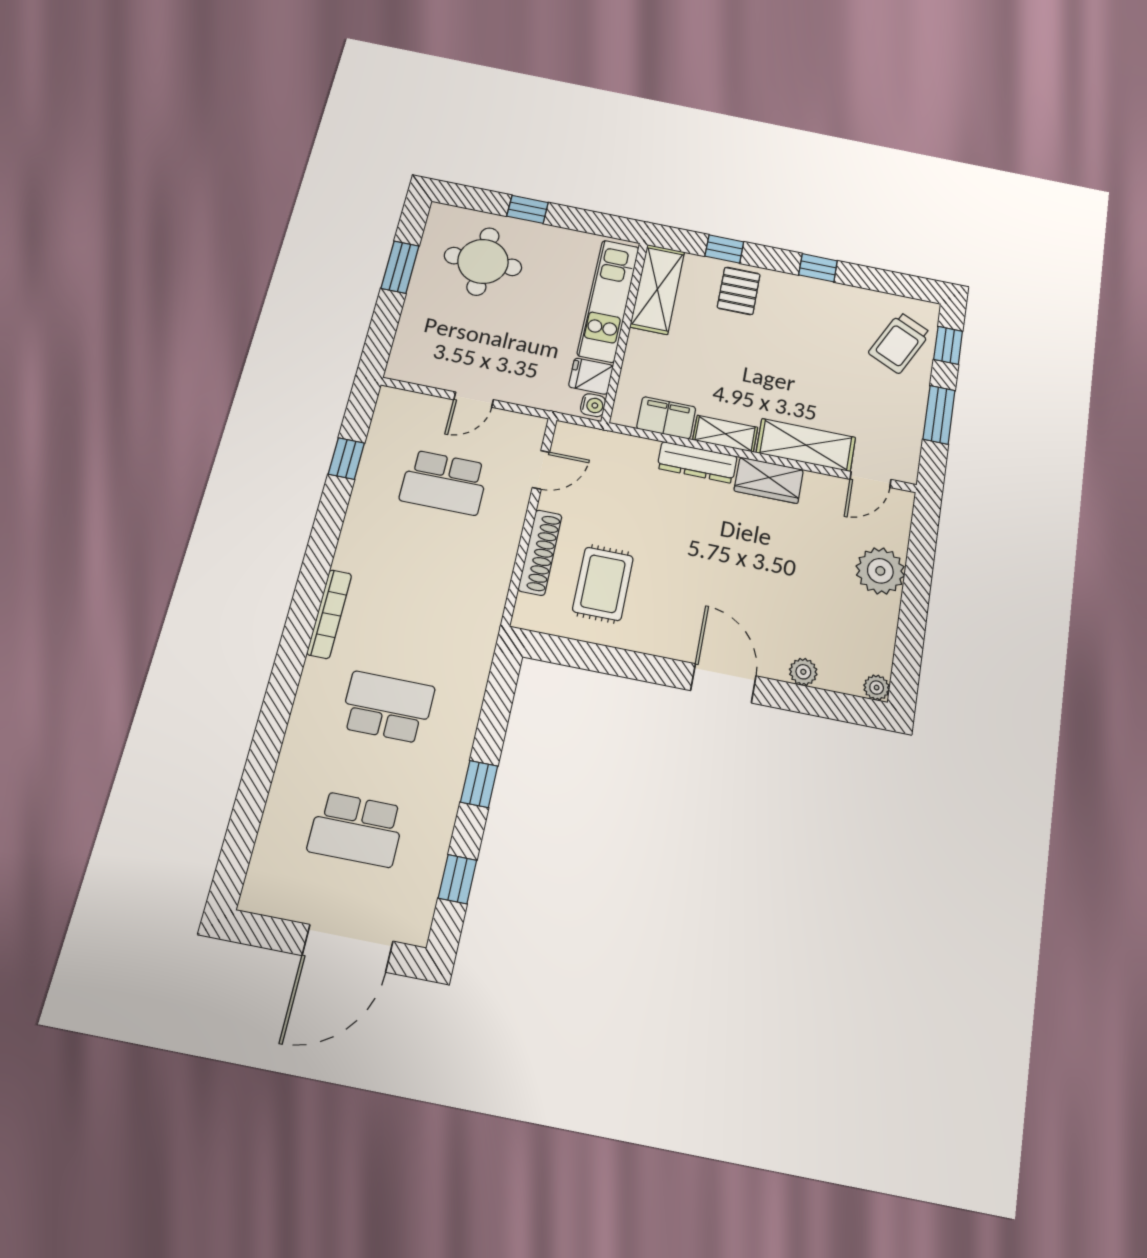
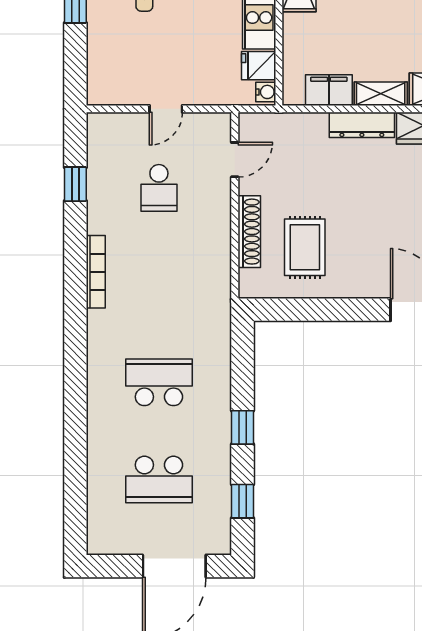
school desk: (444, 482) -> (159, 188), width x0.54
bookcase: (329, 614) -> (96, 272), moved

